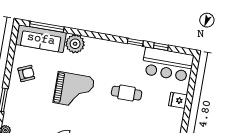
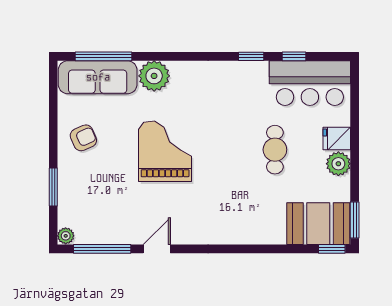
grand piano: (74, 90) -> (165, 151), turned -90
cafe table: (127, 93) -> (275, 150), moved, turned 90
plant: (176, 116) -> (338, 164), added

